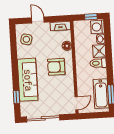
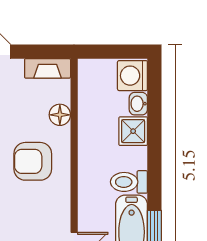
window: (91, 17) -> (119, 52), removed
toilet: (98, 63) -> (129, 182), moved

